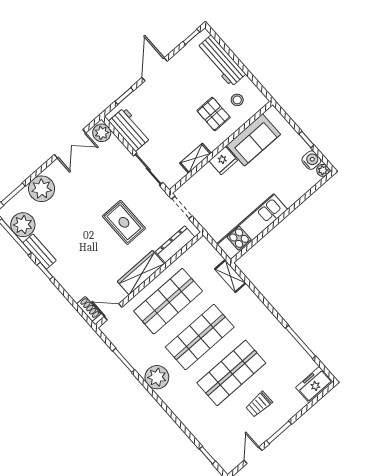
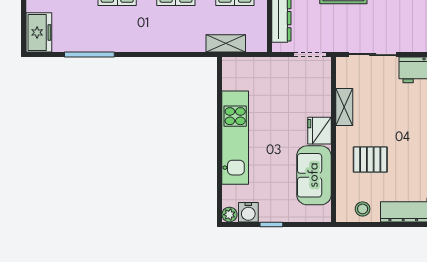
stool: (237, 100) -> (363, 209), moved
kitchen unit: (252, 227) -> (235, 138), moved
shelving: (230, 276) -> (226, 43), moved

